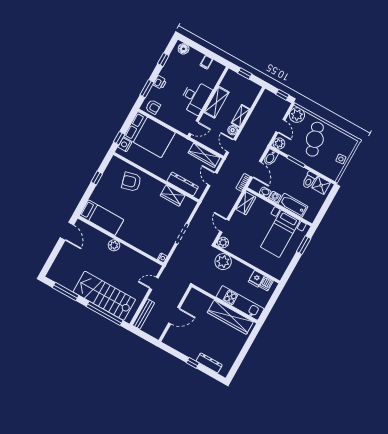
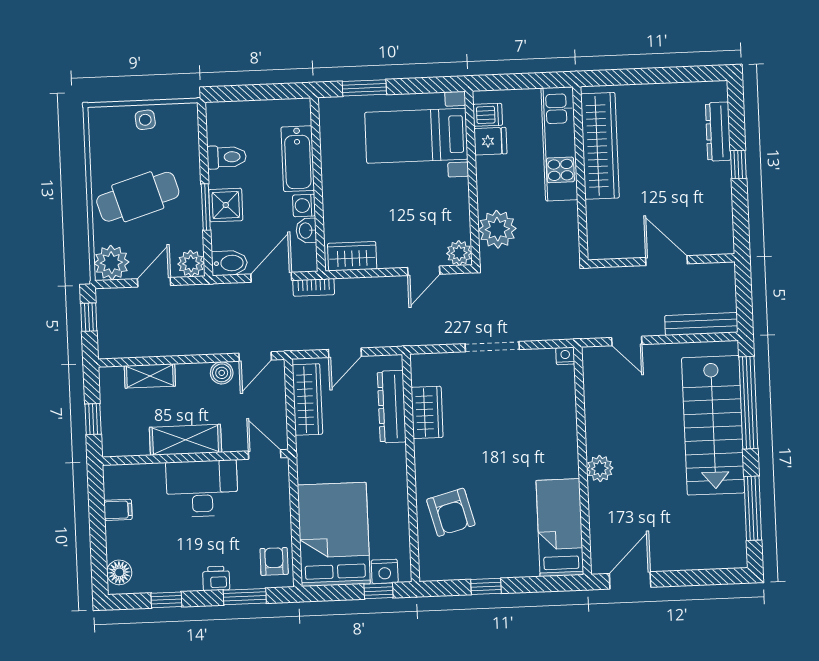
shelving: (241, 116) -> (150, 376), moved
shower: (321, 185) -> (226, 205), moved
bed with nightstands: (280, 234) -> (416, 136), moved, turned 180

